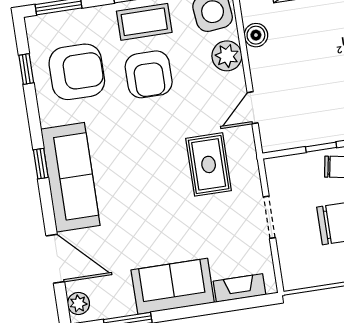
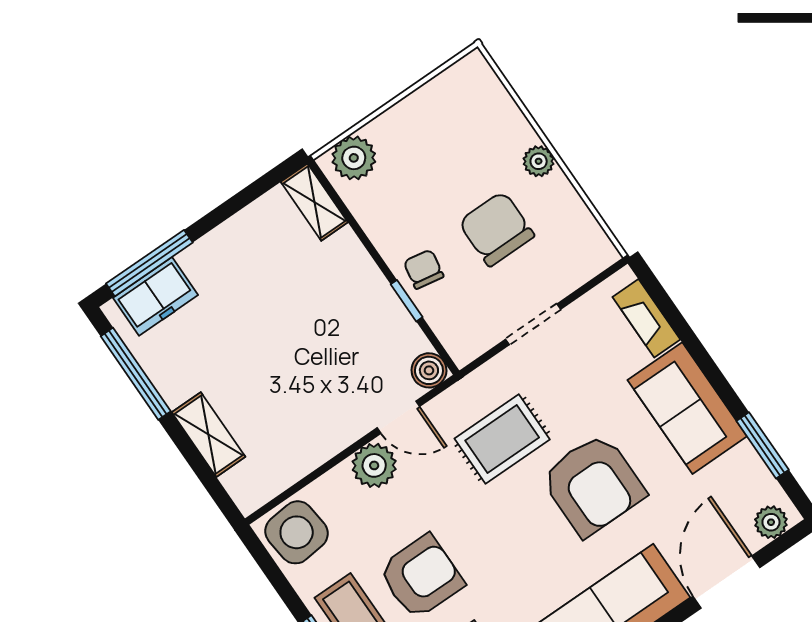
boiler: (256, 35) -> (429, 370), moved
plant: (227, 56) -> (374, 465), moved
armchair: (154, 206) -> (593, 485), added

